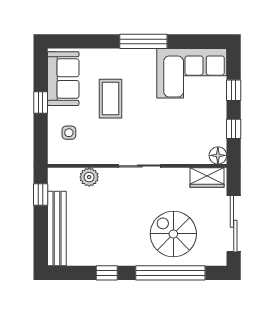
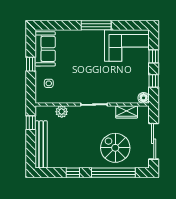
coffee table: (111, 99) -> (75, 62), removed
wardrobe: (207, 178) -> (127, 112), moved

